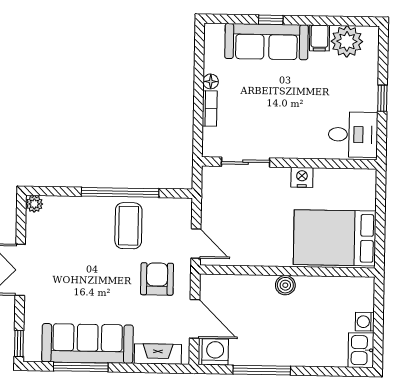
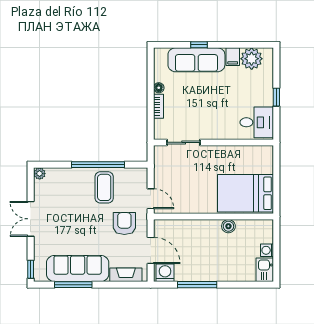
nightstand: (302, 177) -> (222, 152), removed
boiler: (285, 285) -> (228, 226), moved

